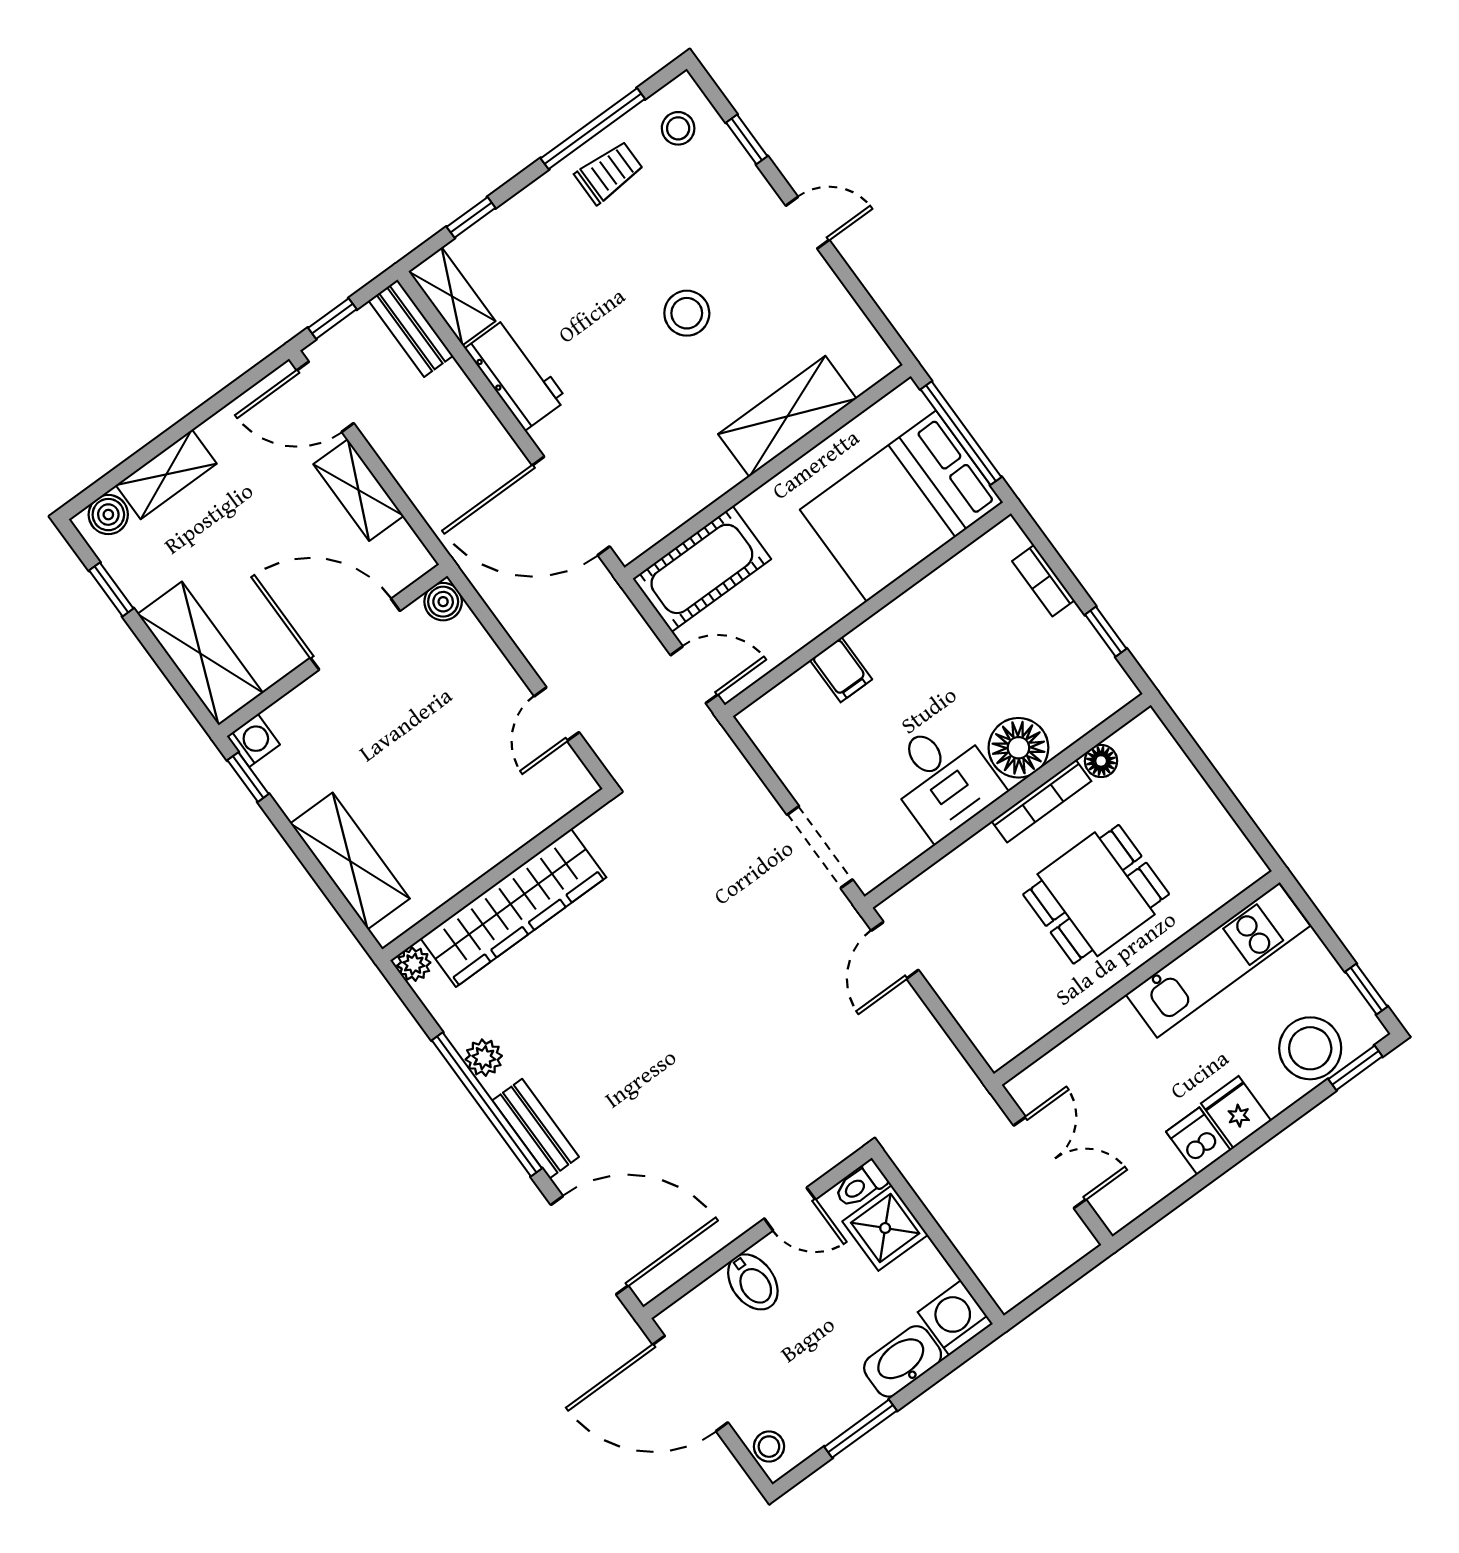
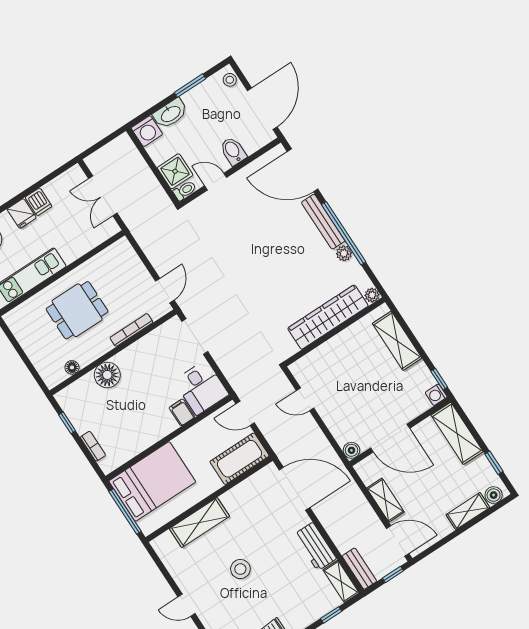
door: (557, 714) -> (305, 399), swing flipped
desk: (943, 779) -> (201, 388), moved, turned 180
bookcase: (1041, 801) -> (131, 330), moved
bench: (536, 1129) -> (323, 222), width x1.36
door: (690, 1384) -> (262, 109), hinge flipped

